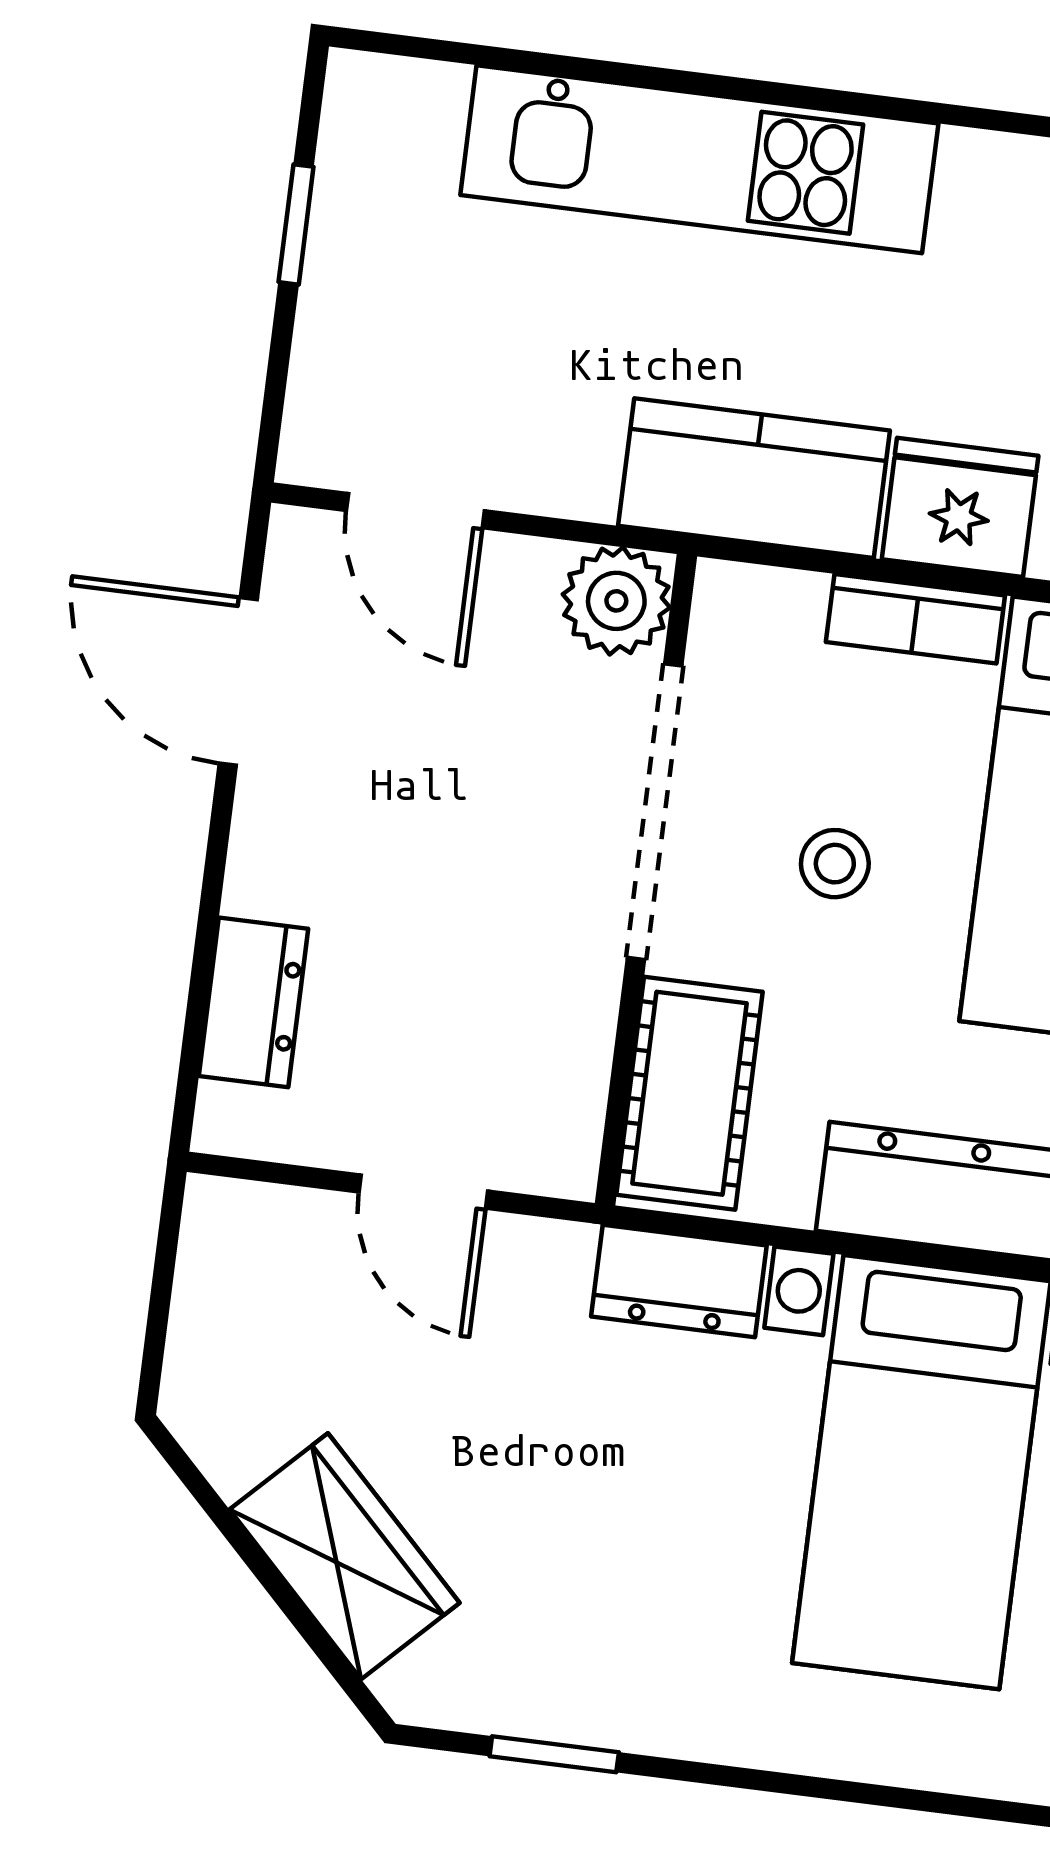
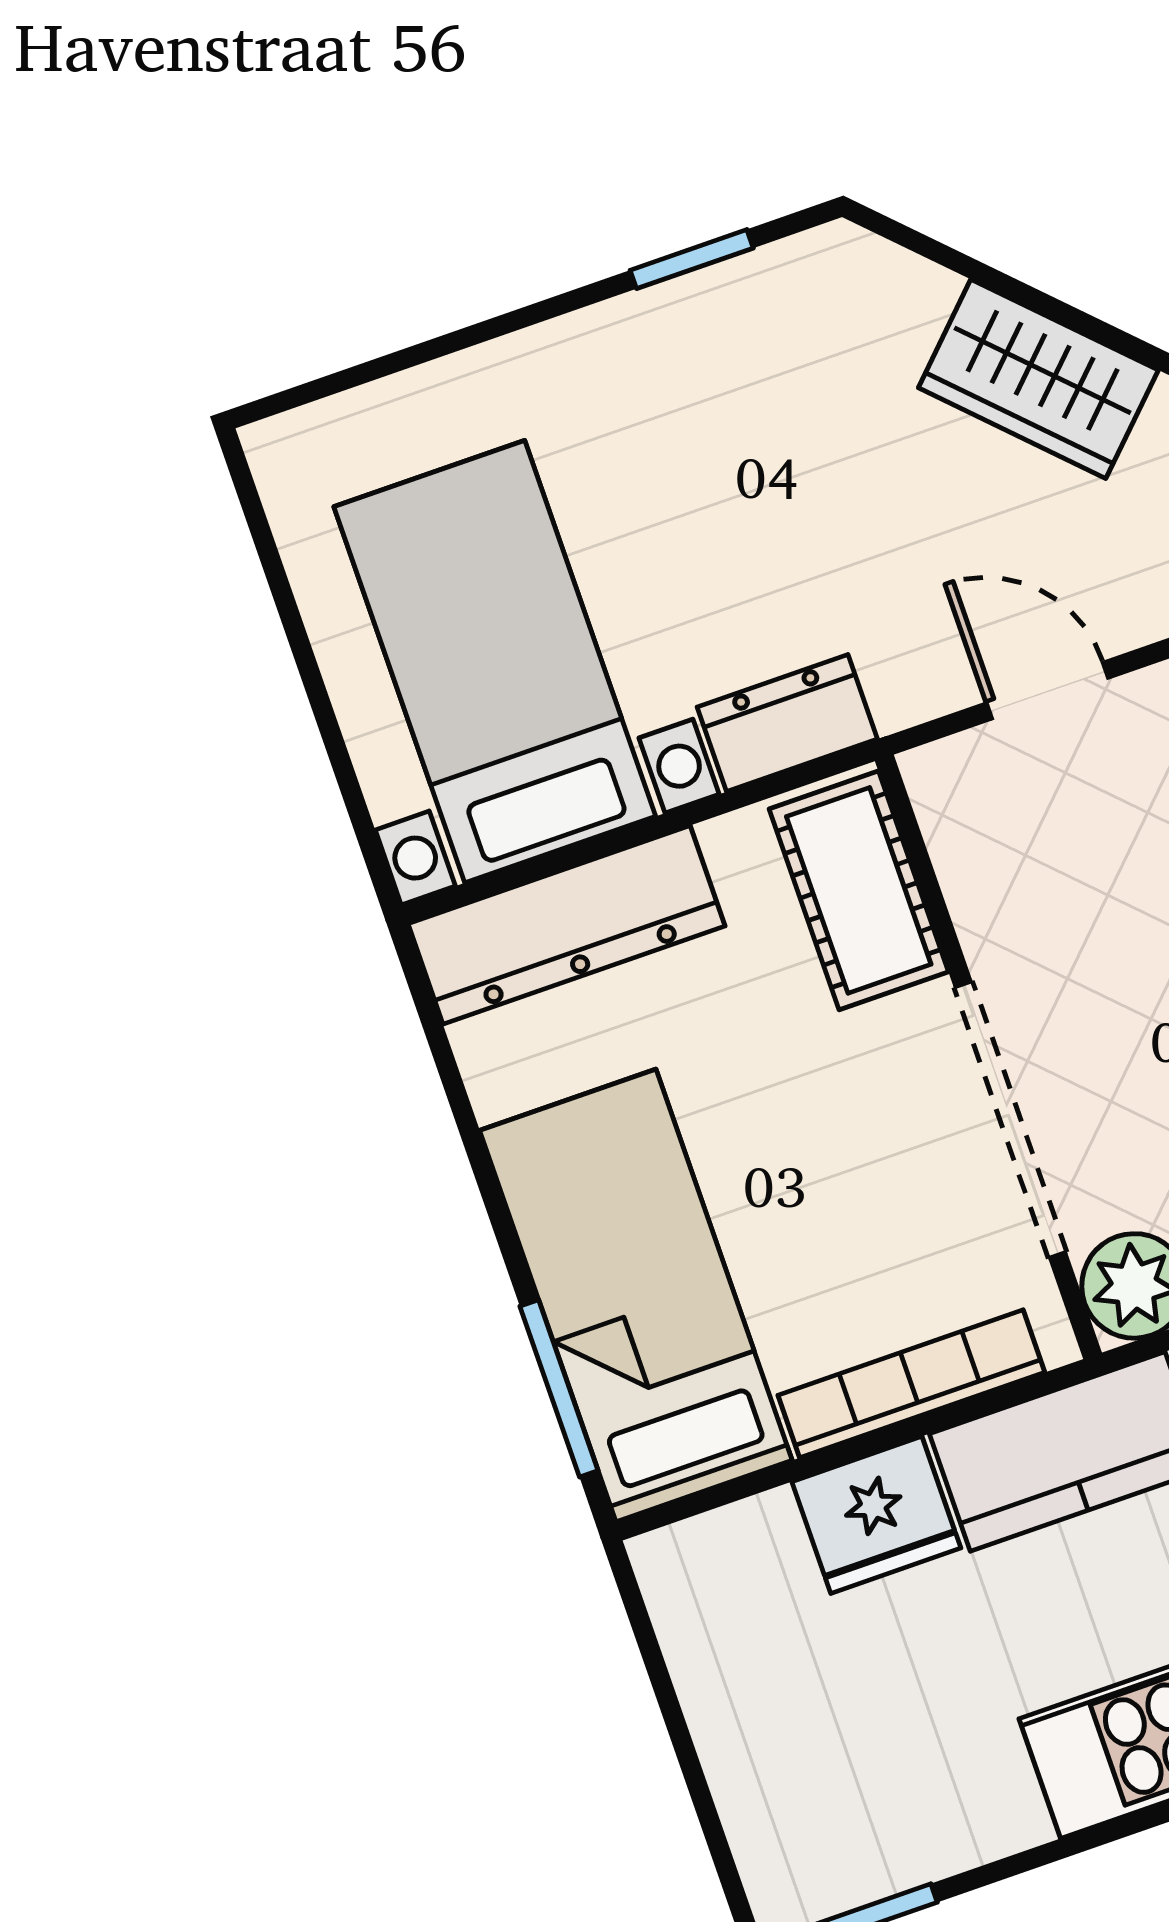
bookcase: (915, 619) -> (911, 1384), width x1.56
stool: (835, 864) -> (832, 1152), removed
wardrobe: (345, 1556) -> (1038, 379), moved

